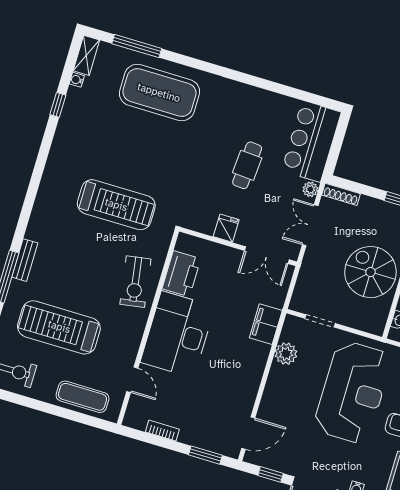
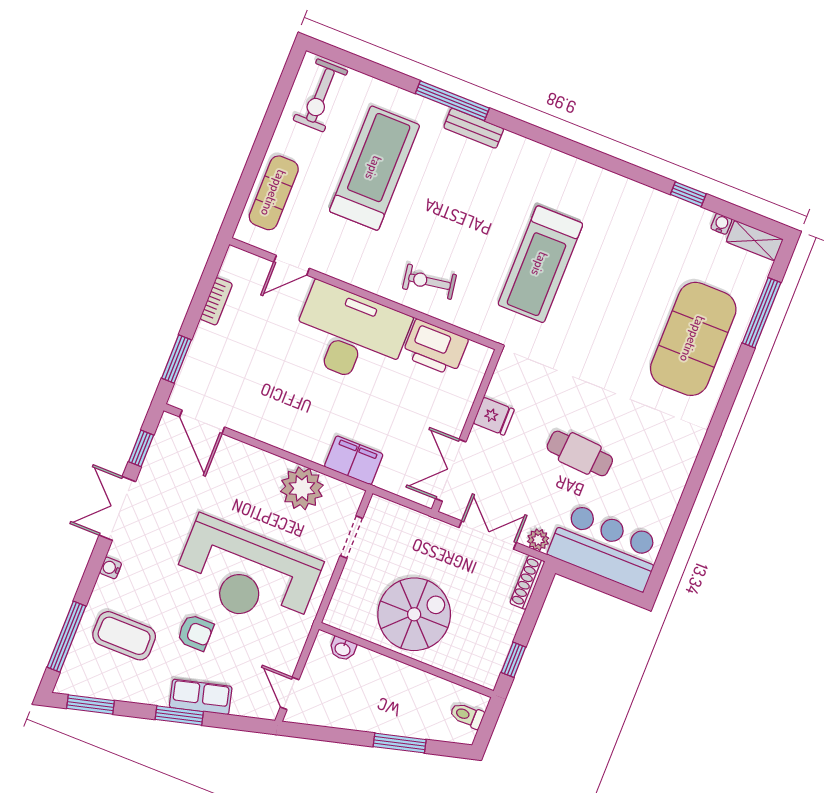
exercise bike: (135, 282) -> (430, 282), width x0.73, depth x0.72
plant: (286, 354) -> (302, 488), width x1.36, depth x1.36

